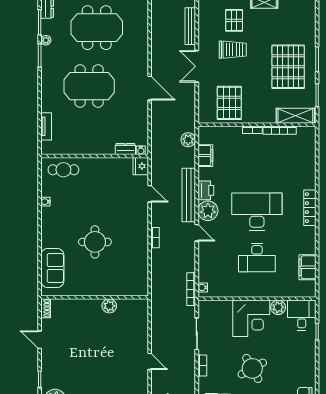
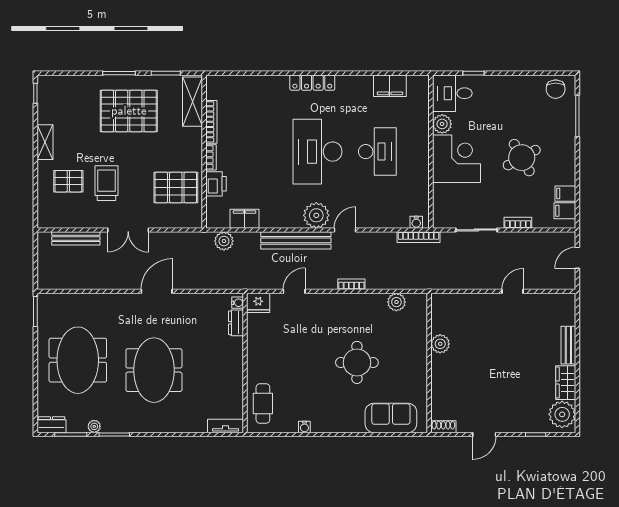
tv unit: (46, 126) -> (225, 426), moved
printer: (206, 190) -> (216, 184), moved, turned 90
plant: (141, 272) -> (396, 302), added

